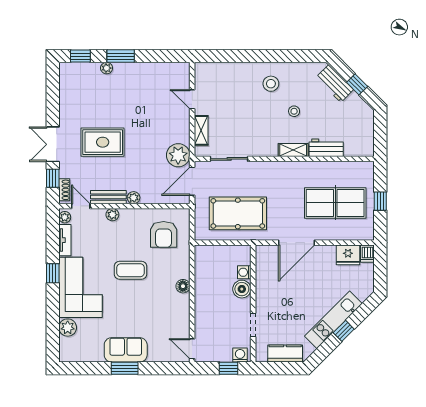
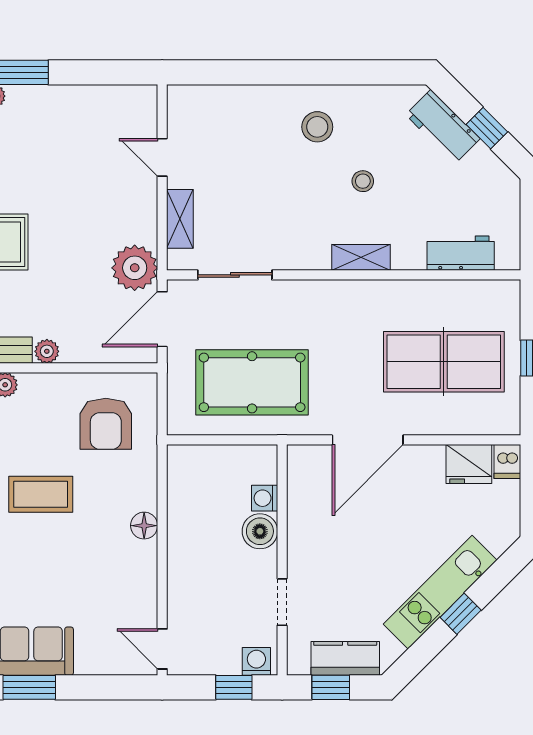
workbench: (326, 148) -> (461, 253), moved
window: (278, 368) -> (331, 687), added

